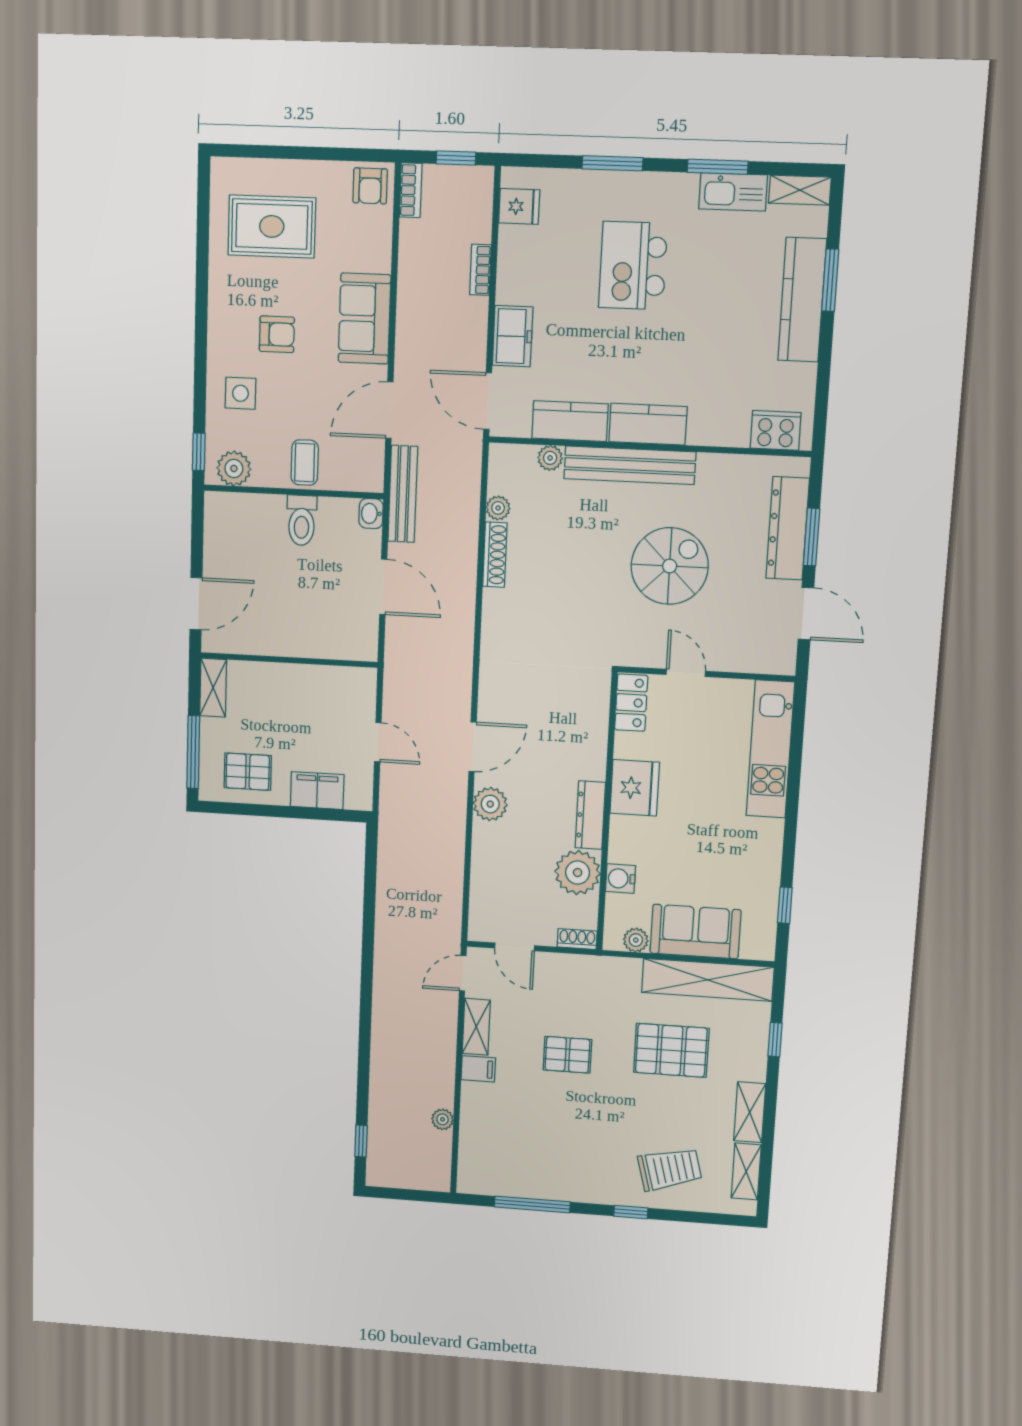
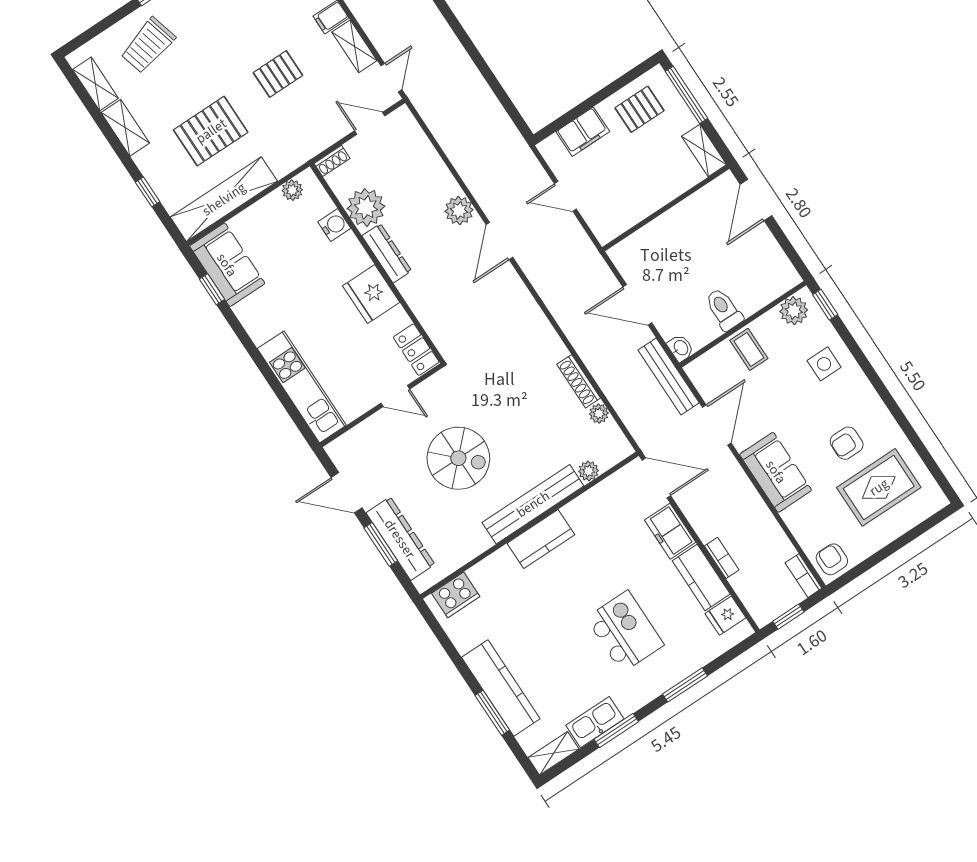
armchair: (277, 334) -> (847, 443), moved
kitchen counter: (570, 421) -> (701, 577), moved, turned 90
spiral stairs: (670, 566) -> (458, 458), turned -90
sofa: (695, 932) -> (227, 265), moved, turned -90

